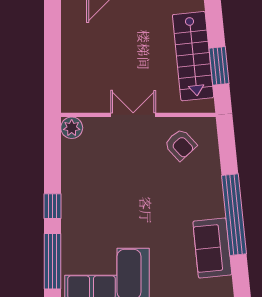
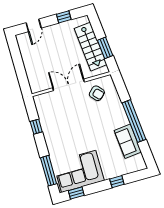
double door: (133, 115) -> (69, 85), width x1.37
plant: (72, 128) -> (39, 100), removed
window: (53, 206) -> (36, 127), moved

